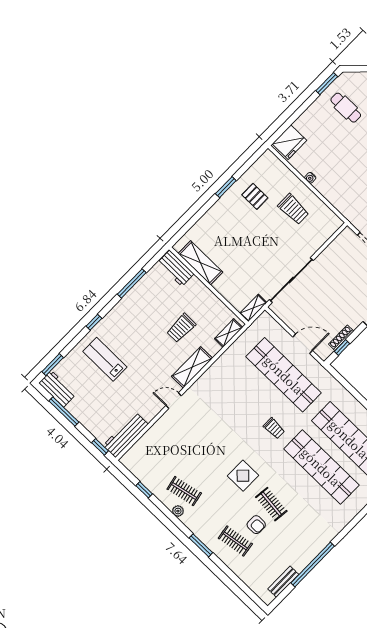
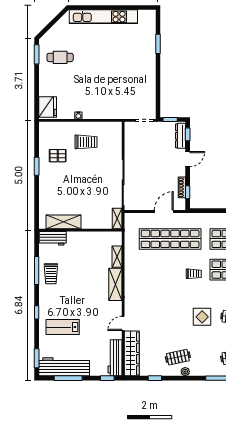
trolley: (181, 328) -> (51, 274), moved
shelving: (228, 333) -> (117, 257), moved
workbench: (57, 389) -> (64, 367), width x1.87, depth x1.32
door: (174, 401) -> (123, 323), moved
wardrobe: (145, 446) -> (132, 353), added

